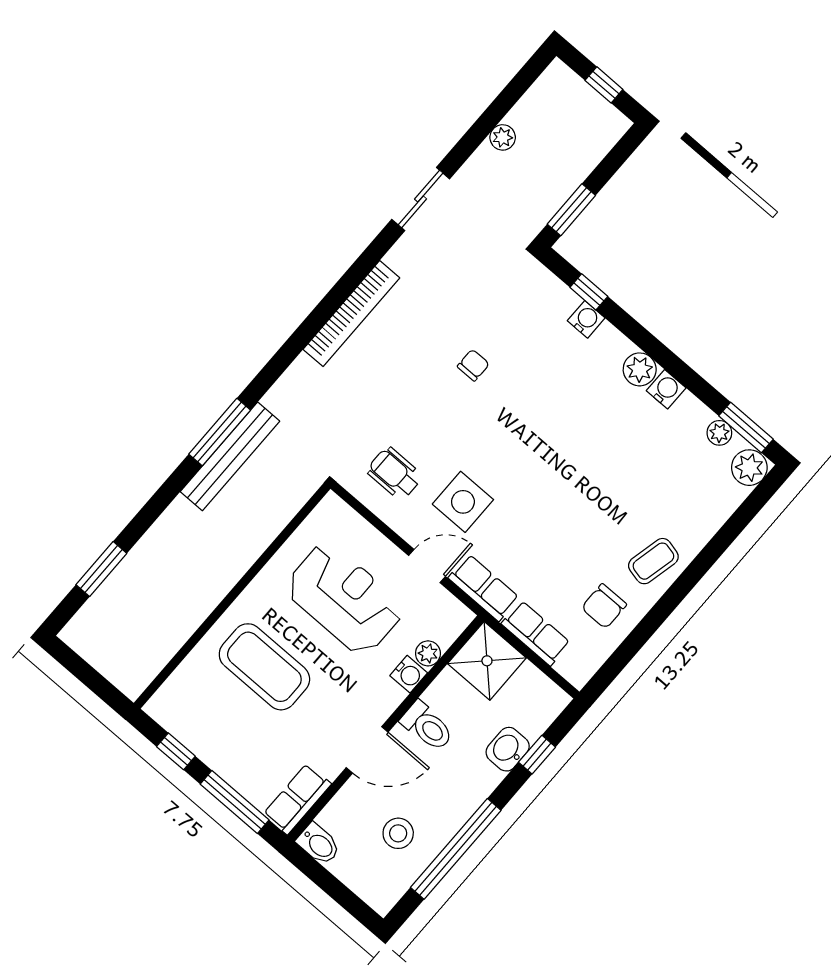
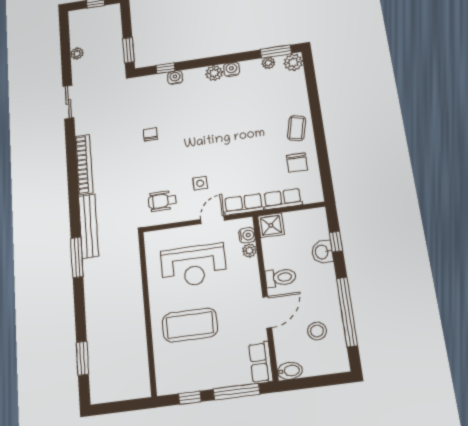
bench: (230, 456) -> (88, 226), moved
side table: (463, 502) -> (200, 183), width x0.54, depth x0.54
reception desk: (344, 599) -> (194, 266), turned 180
shower: (487, 661) -> (271, 225), width x0.73, depth x0.73
water cooler: (409, 674) -> (247, 235), moved

